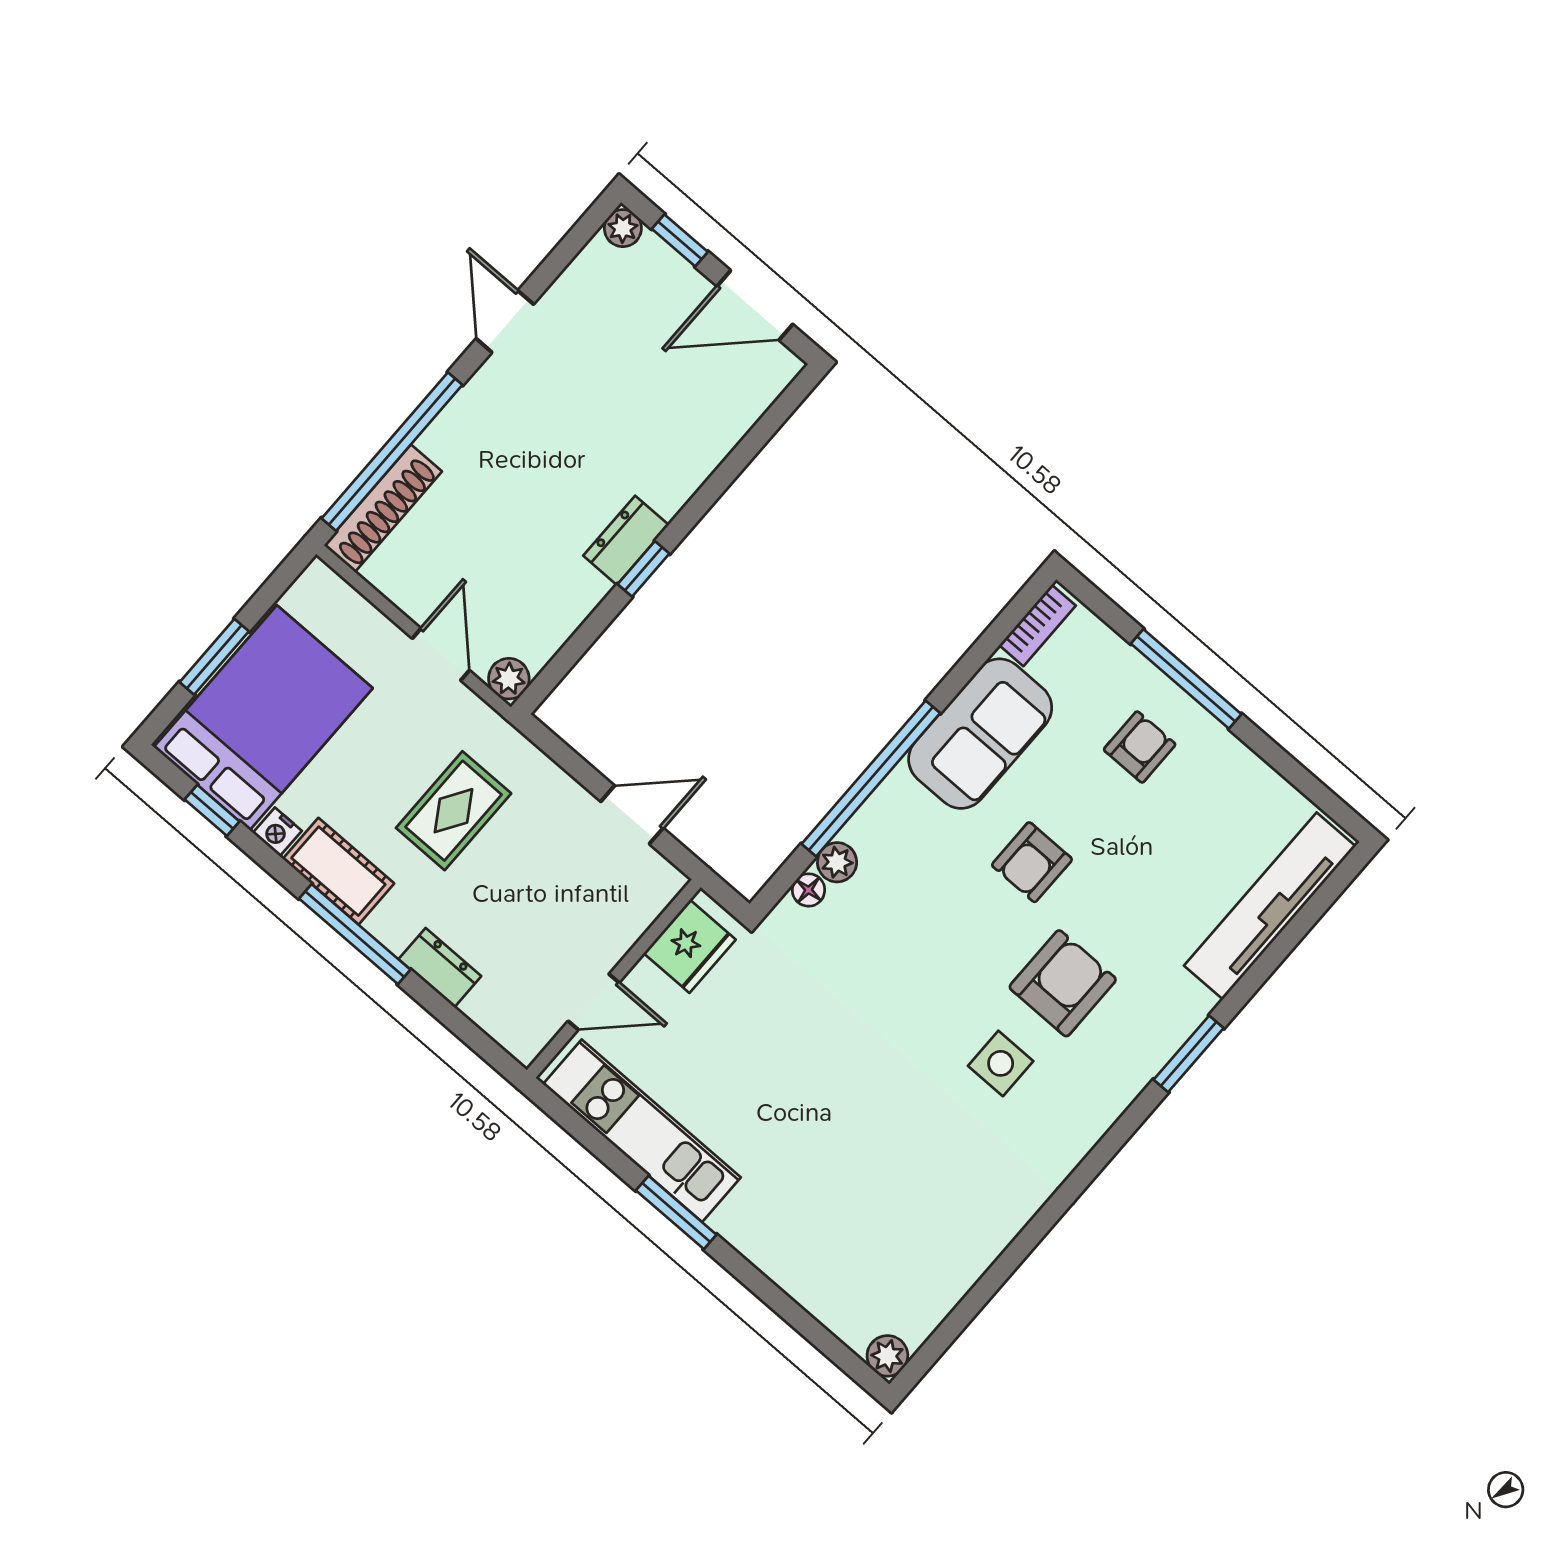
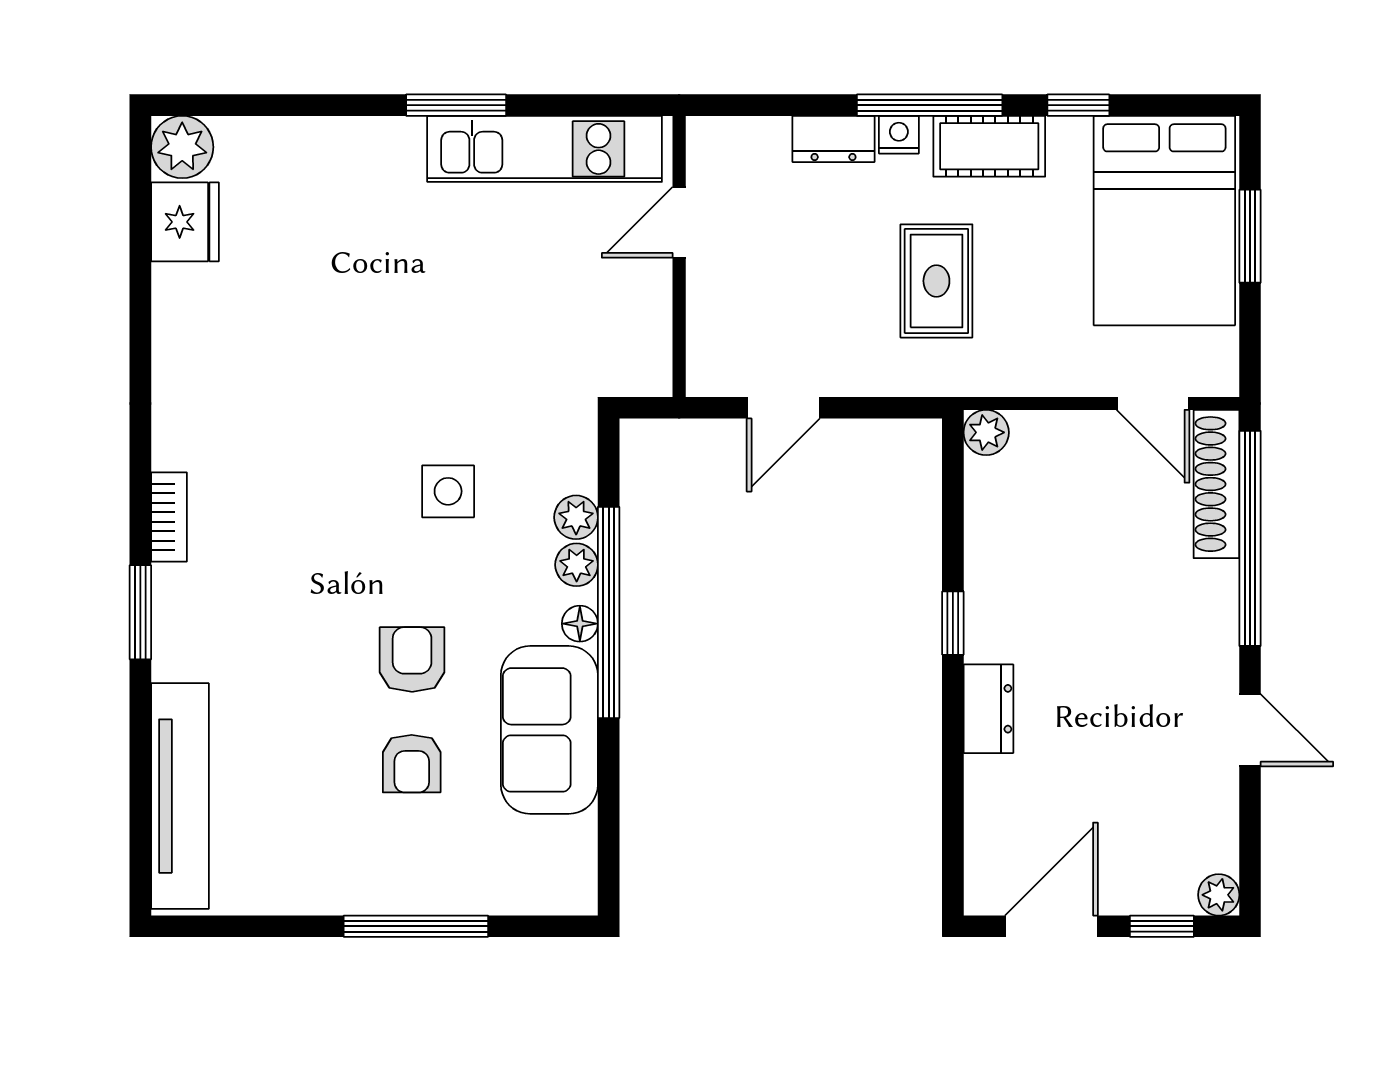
dresser: (626, 540) -> (988, 709), moved
bookcase: (1037, 625) -> (169, 517), moved, turned 180
door: (441, 654) -> (1153, 403), moved
armchair: (1140, 747) -> (412, 764), moved
window: (212, 810) -> (1078, 105), moved
plant: (865, 830) -> (577, 565), added
nightstand: (277, 832) -> (899, 135), moved
floor lamp: (809, 890) -> (580, 624), moved
fridge: (690, 946) -> (185, 222), moved, turned 180
armchair: (1063, 983) -> (298, 580), removed
side table: (1001, 1063) -> (448, 491), moved
plant: (887, 1356) -> (182, 147), width x1.38, depth x1.38

